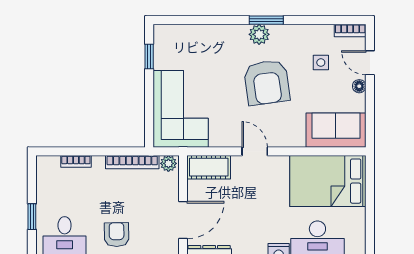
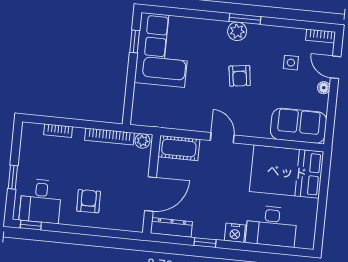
armchair: (267, 82) -> (240, 76), width x0.53, depth x0.53
corner sofa: (181, 109) -> (163, 50), moved

